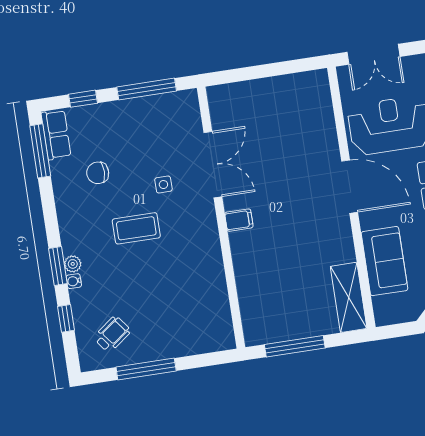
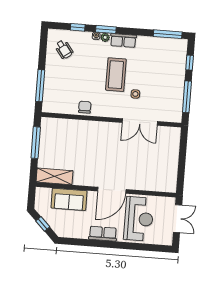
double door: (373, 54) -> (178, 219), swing flipped
row of seats: (56, 135) -> (123, 40), moved
chair: (98, 173) -> (85, 107), moved
filing cabinet: (239, 220) -> (108, 129), removed
coffee table: (136, 228) -> (116, 75), width x1.36, depth x1.32
window: (146, 369) -> (40, 86), moved

